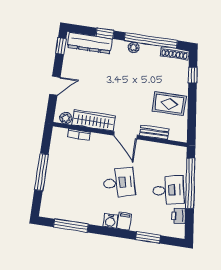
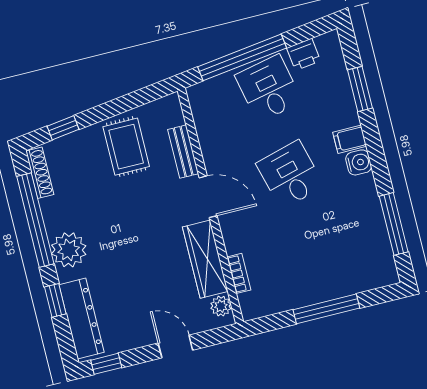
plant: (134, 47) -> (69, 250), width x1.88, depth x1.88
door: (125, 135) -> (208, 197), hinge flipped

